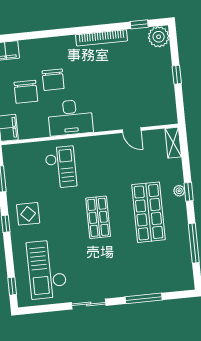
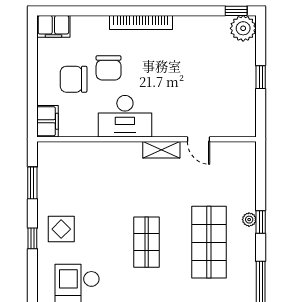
window: (139, 24) -> (236, 11), moved
bookcase: (102, 38) -> (141, 22), moved
chair: (26, 92) -> (74, 79), turned 90
shelving: (173, 143) -> (161, 150), moved, turned 90
checkout: (61, 167) -> (107, 176), removed

